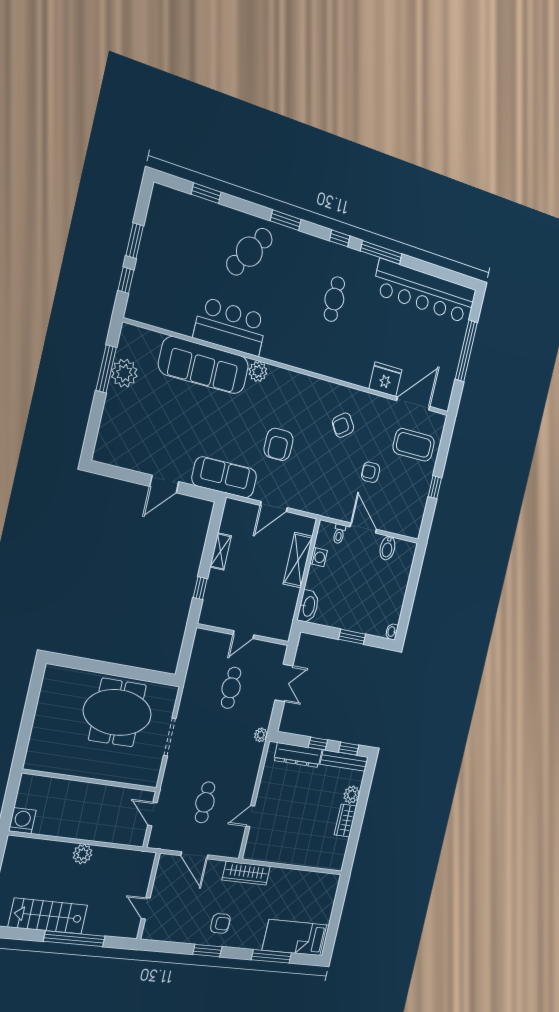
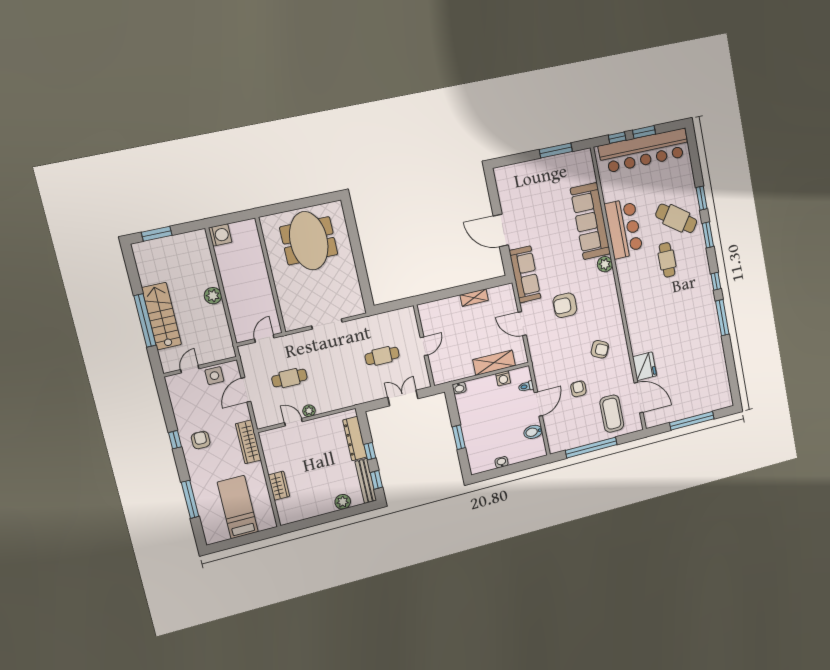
window: (206, 193) -> (702, 198), moved
bar counter: (425, 292) -> (644, 151), moved, turned -90
cafe table: (334, 299) -> (667, 260), moved, turned 90
plant: (124, 373) -> (559, 165), removed
armchair: (343, 425) -> (600, 349), turned 150
door: (164, 484) -> (501, 231), width x1.36
window: (435, 487) -> (591, 448), width x3.17
window: (200, 588) -> (442, 294), removed
washbasin: (308, 606) -> (459, 388), width x0.52, depth x0.69
washbasin: (392, 632) -> (502, 462), moved
door: (244, 635) -> (424, 346), swing flipped
double door: (284, 683) -> (403, 398), swing flipped
meeting table: (117, 713) -> (309, 241), moved
plant: (261, 735) -> (309, 411), moved
wardrobe: (345, 820) -> (279, 486), moved, turned 90
side table: (164, 884) -> (214, 376), added
stairs: (48, 916) -> (162, 316), moved
armchair: (220, 923) -> (201, 440), turned 180
bed: (296, 938) -> (238, 507), moved
window: (207, 951) -> (175, 440), width x0.67

